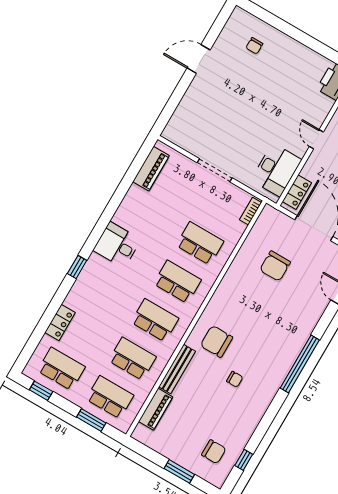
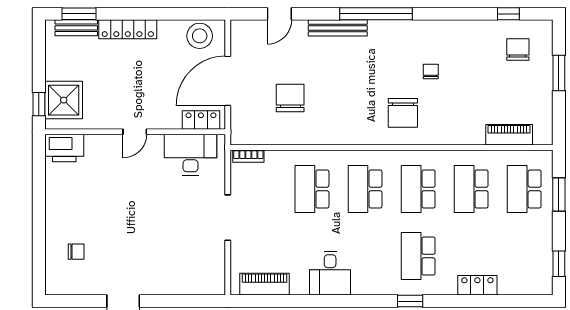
desk: (117, 245) -> (330, 273), moved
chair: (275, 266) -> (290, 98), turned -90
school desk: (61, 369) -> (418, 256), moved
bench: (177, 369) -> (338, 28), moved

